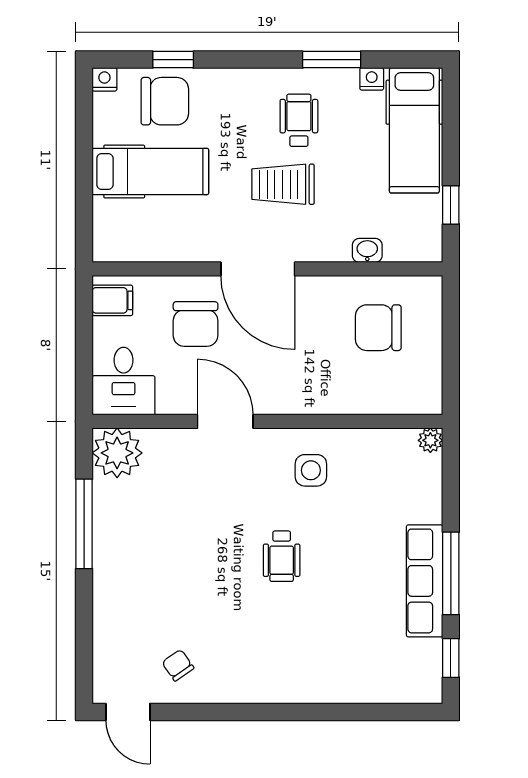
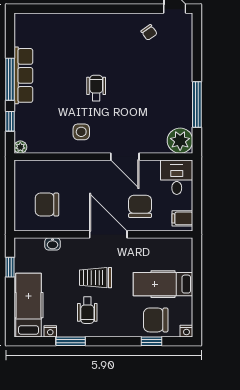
trolley: (283, 184) -> (95, 278), turned 180
chair: (378, 328) -> (47, 205), turned 180
window: (451, 658) -> (10, 121), moved

